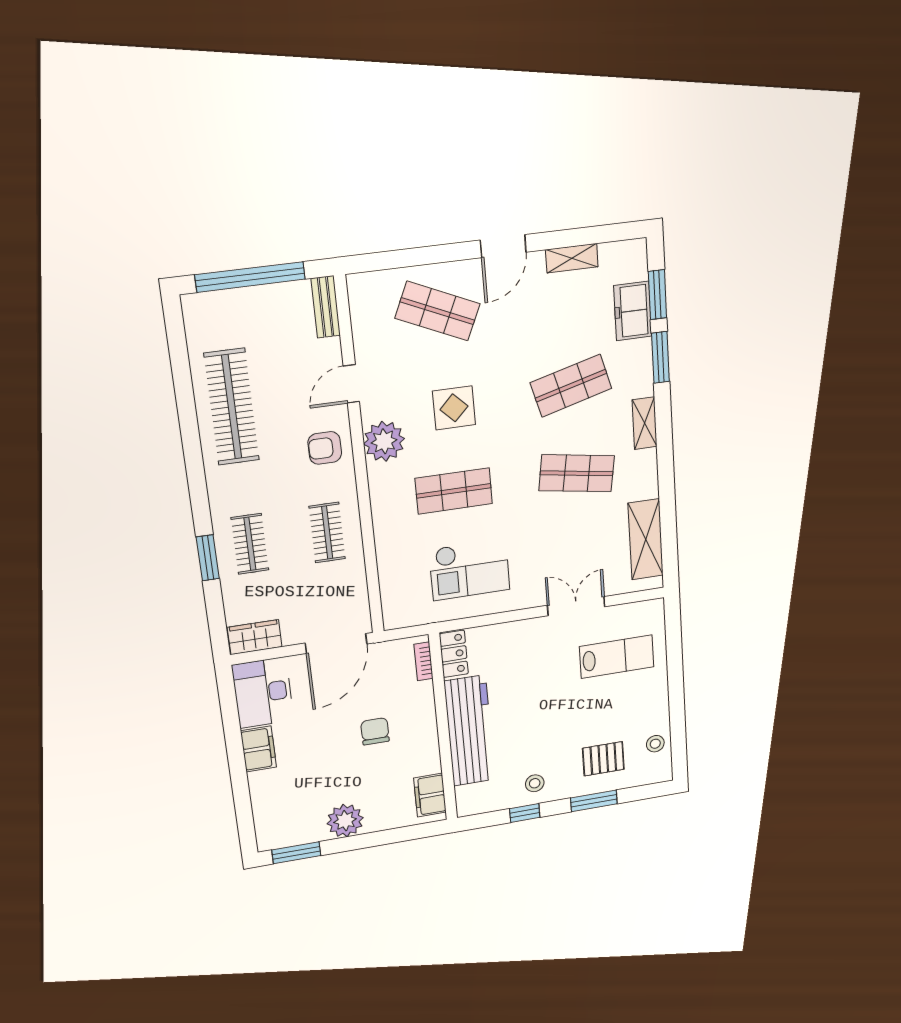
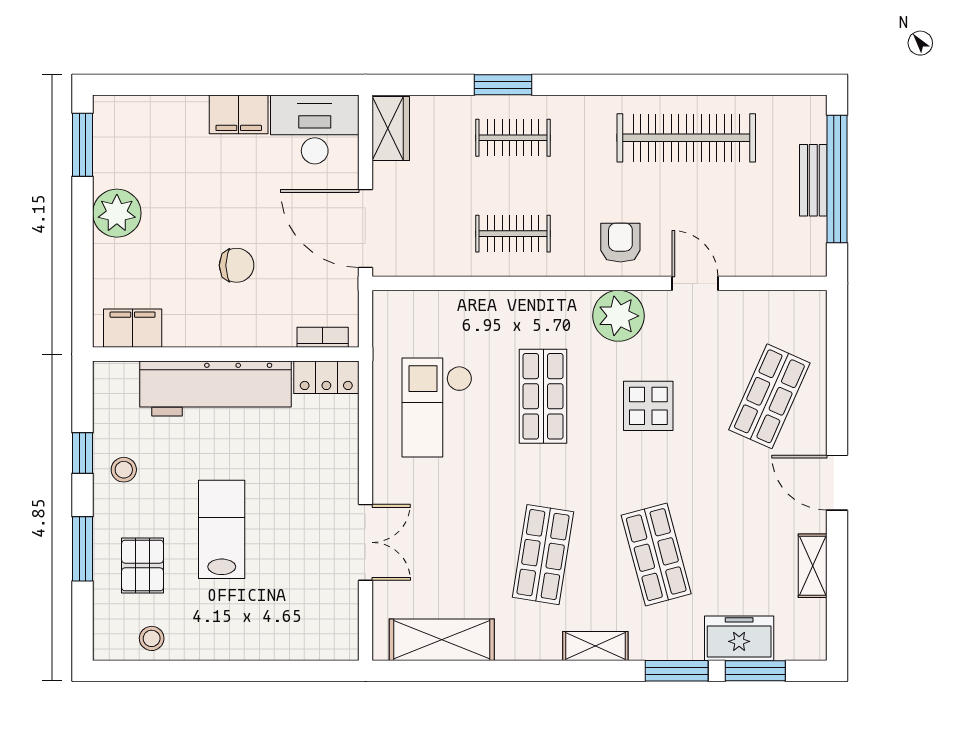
bench: (326, 307) -> (813, 180), moved, turned 90
lab bench: (617, 657) -> (222, 529), moved, turned 180

